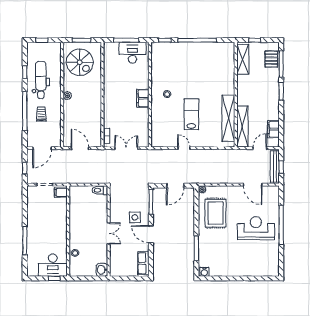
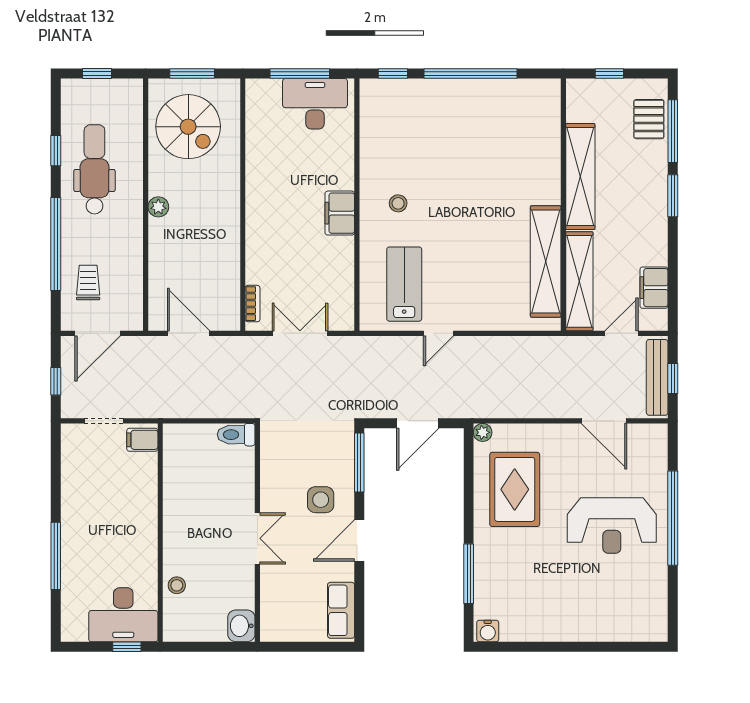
shelving: (243, 59) -> (580, 177), moved, width x1.47
trolley: (41, 114) -> (88, 283), moved
lab bench: (191, 114) -> (404, 284), moved
door: (184, 148) -> (438, 333), swing flipped
reception desk: (256, 228) -> (612, 526), turned 180
door: (151, 234) -> (359, 540), hinge flipped

